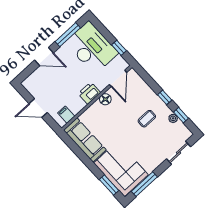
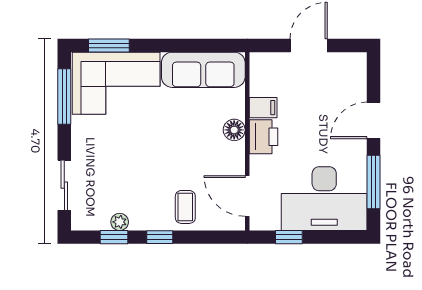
floor lamp: (105, 99) -> (234, 130), moved
filing cabinet: (66, 115) -> (263, 108), moved
coffee table: (147, 119) -> (185, 207), moved

